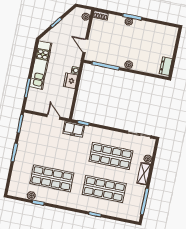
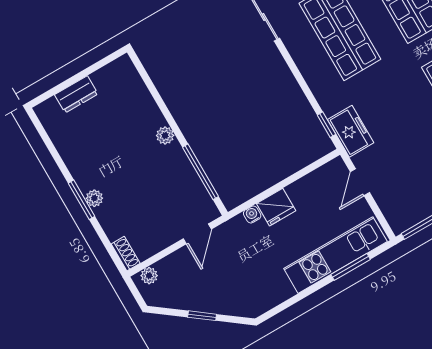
kitchen unit: (41, 65) -> (335, 255), moved
dresser: (166, 66) -> (76, 94), moved

